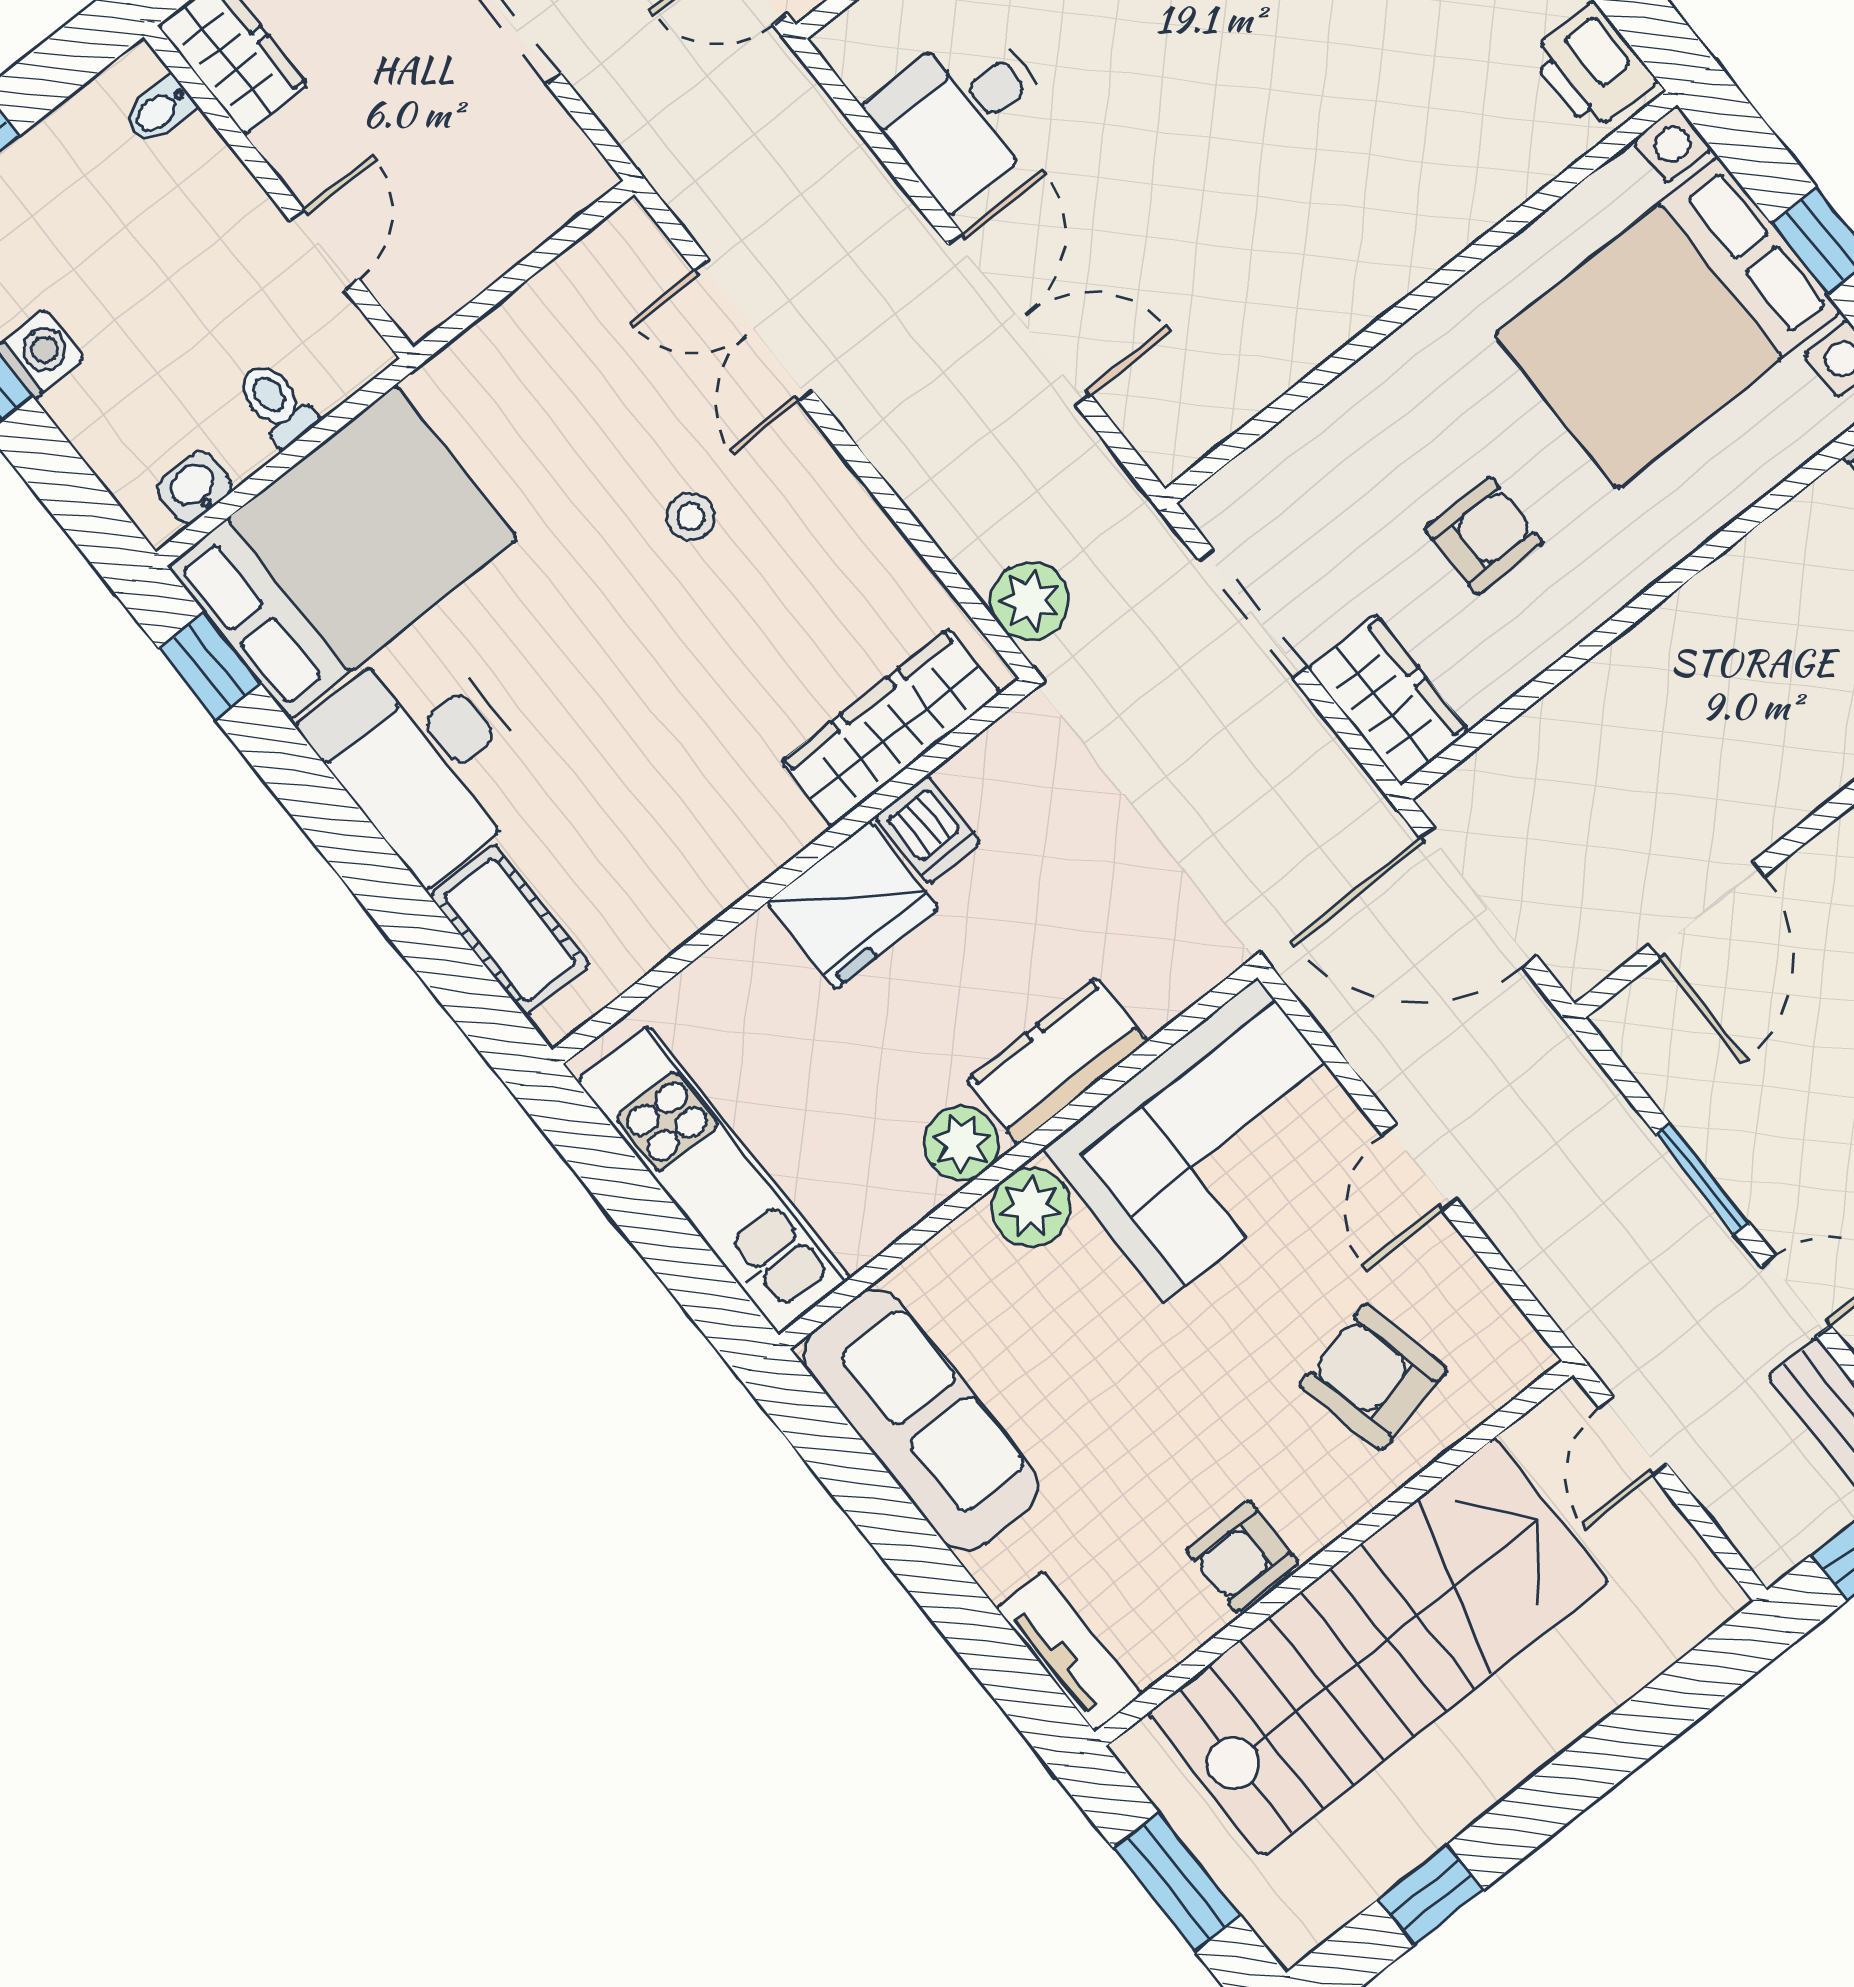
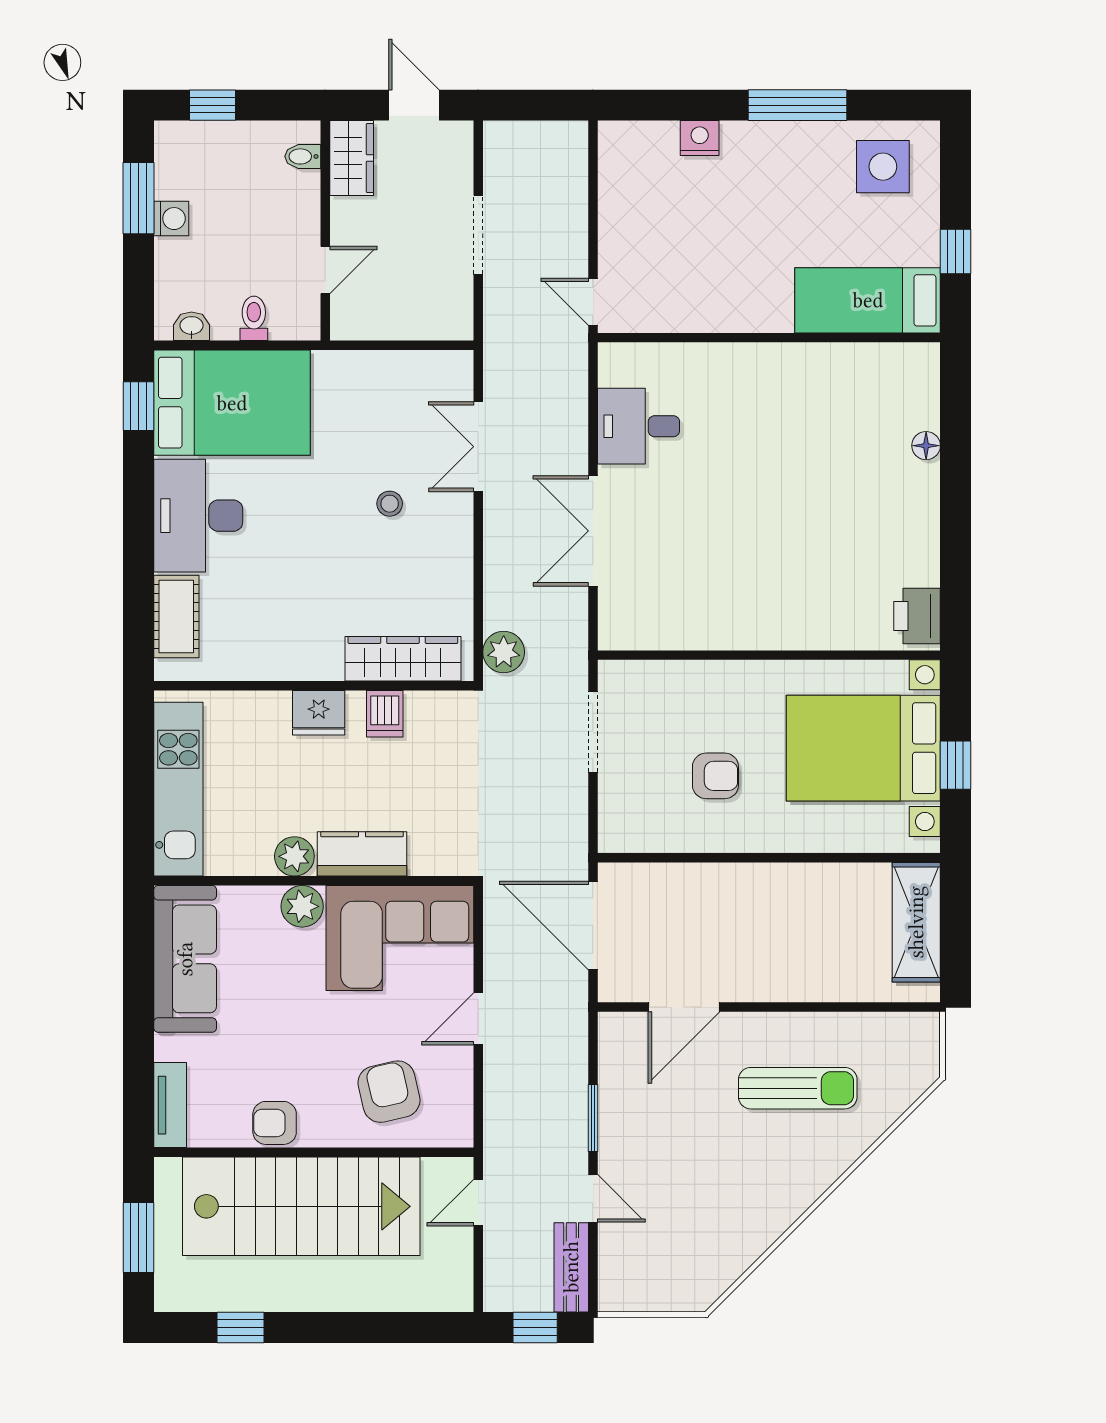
double door: (1019, 320) -> (593, 531), swing flipped
wardrobe: (1388, 700) -> (621, 813), removed
fridge: (852, 905) -> (319, 713), width x0.73, depth x0.75

